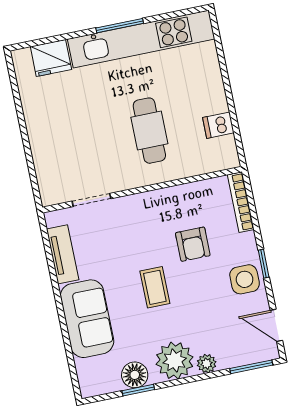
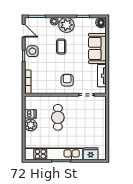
plant: (212, 98) -> (31, 125), added
armchair: (193, 244) -> (67, 80), moved
coffee table: (155, 287) -> (61, 46), moved
floor lamp: (135, 375) -> (101, 23), moved

